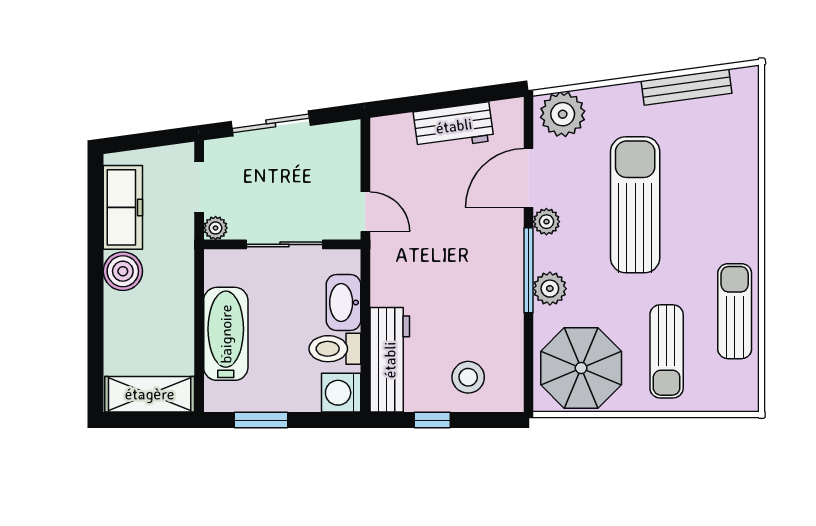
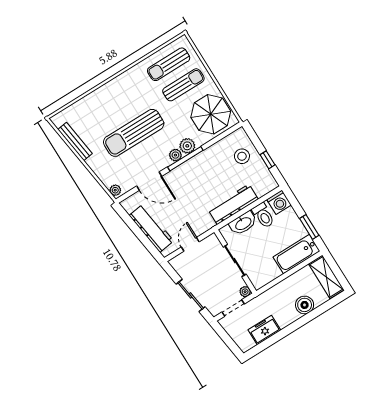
plant: (563, 114) -> (115, 190), width x0.53, depth x0.53
workbench: (454, 126) -> (151, 228), width x1.38
freezer: (123, 207) -> (264, 330), width x0.71
door: (365, 212) -> (190, 244), moved
plant: (546, 222) -> (175, 155), moved
boiler: (123, 271) -> (305, 305), moved
sun lounger: (735, 311) -> (169, 64), moved
bathtub: (226, 334) -> (296, 254), moved
workbench: (390, 360) -> (233, 204), moved

